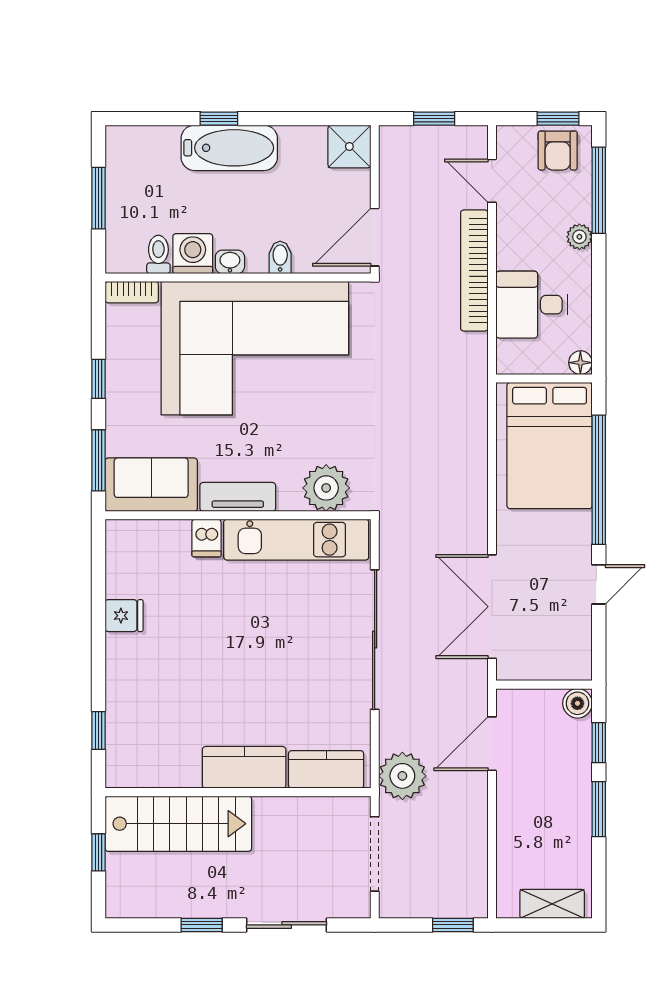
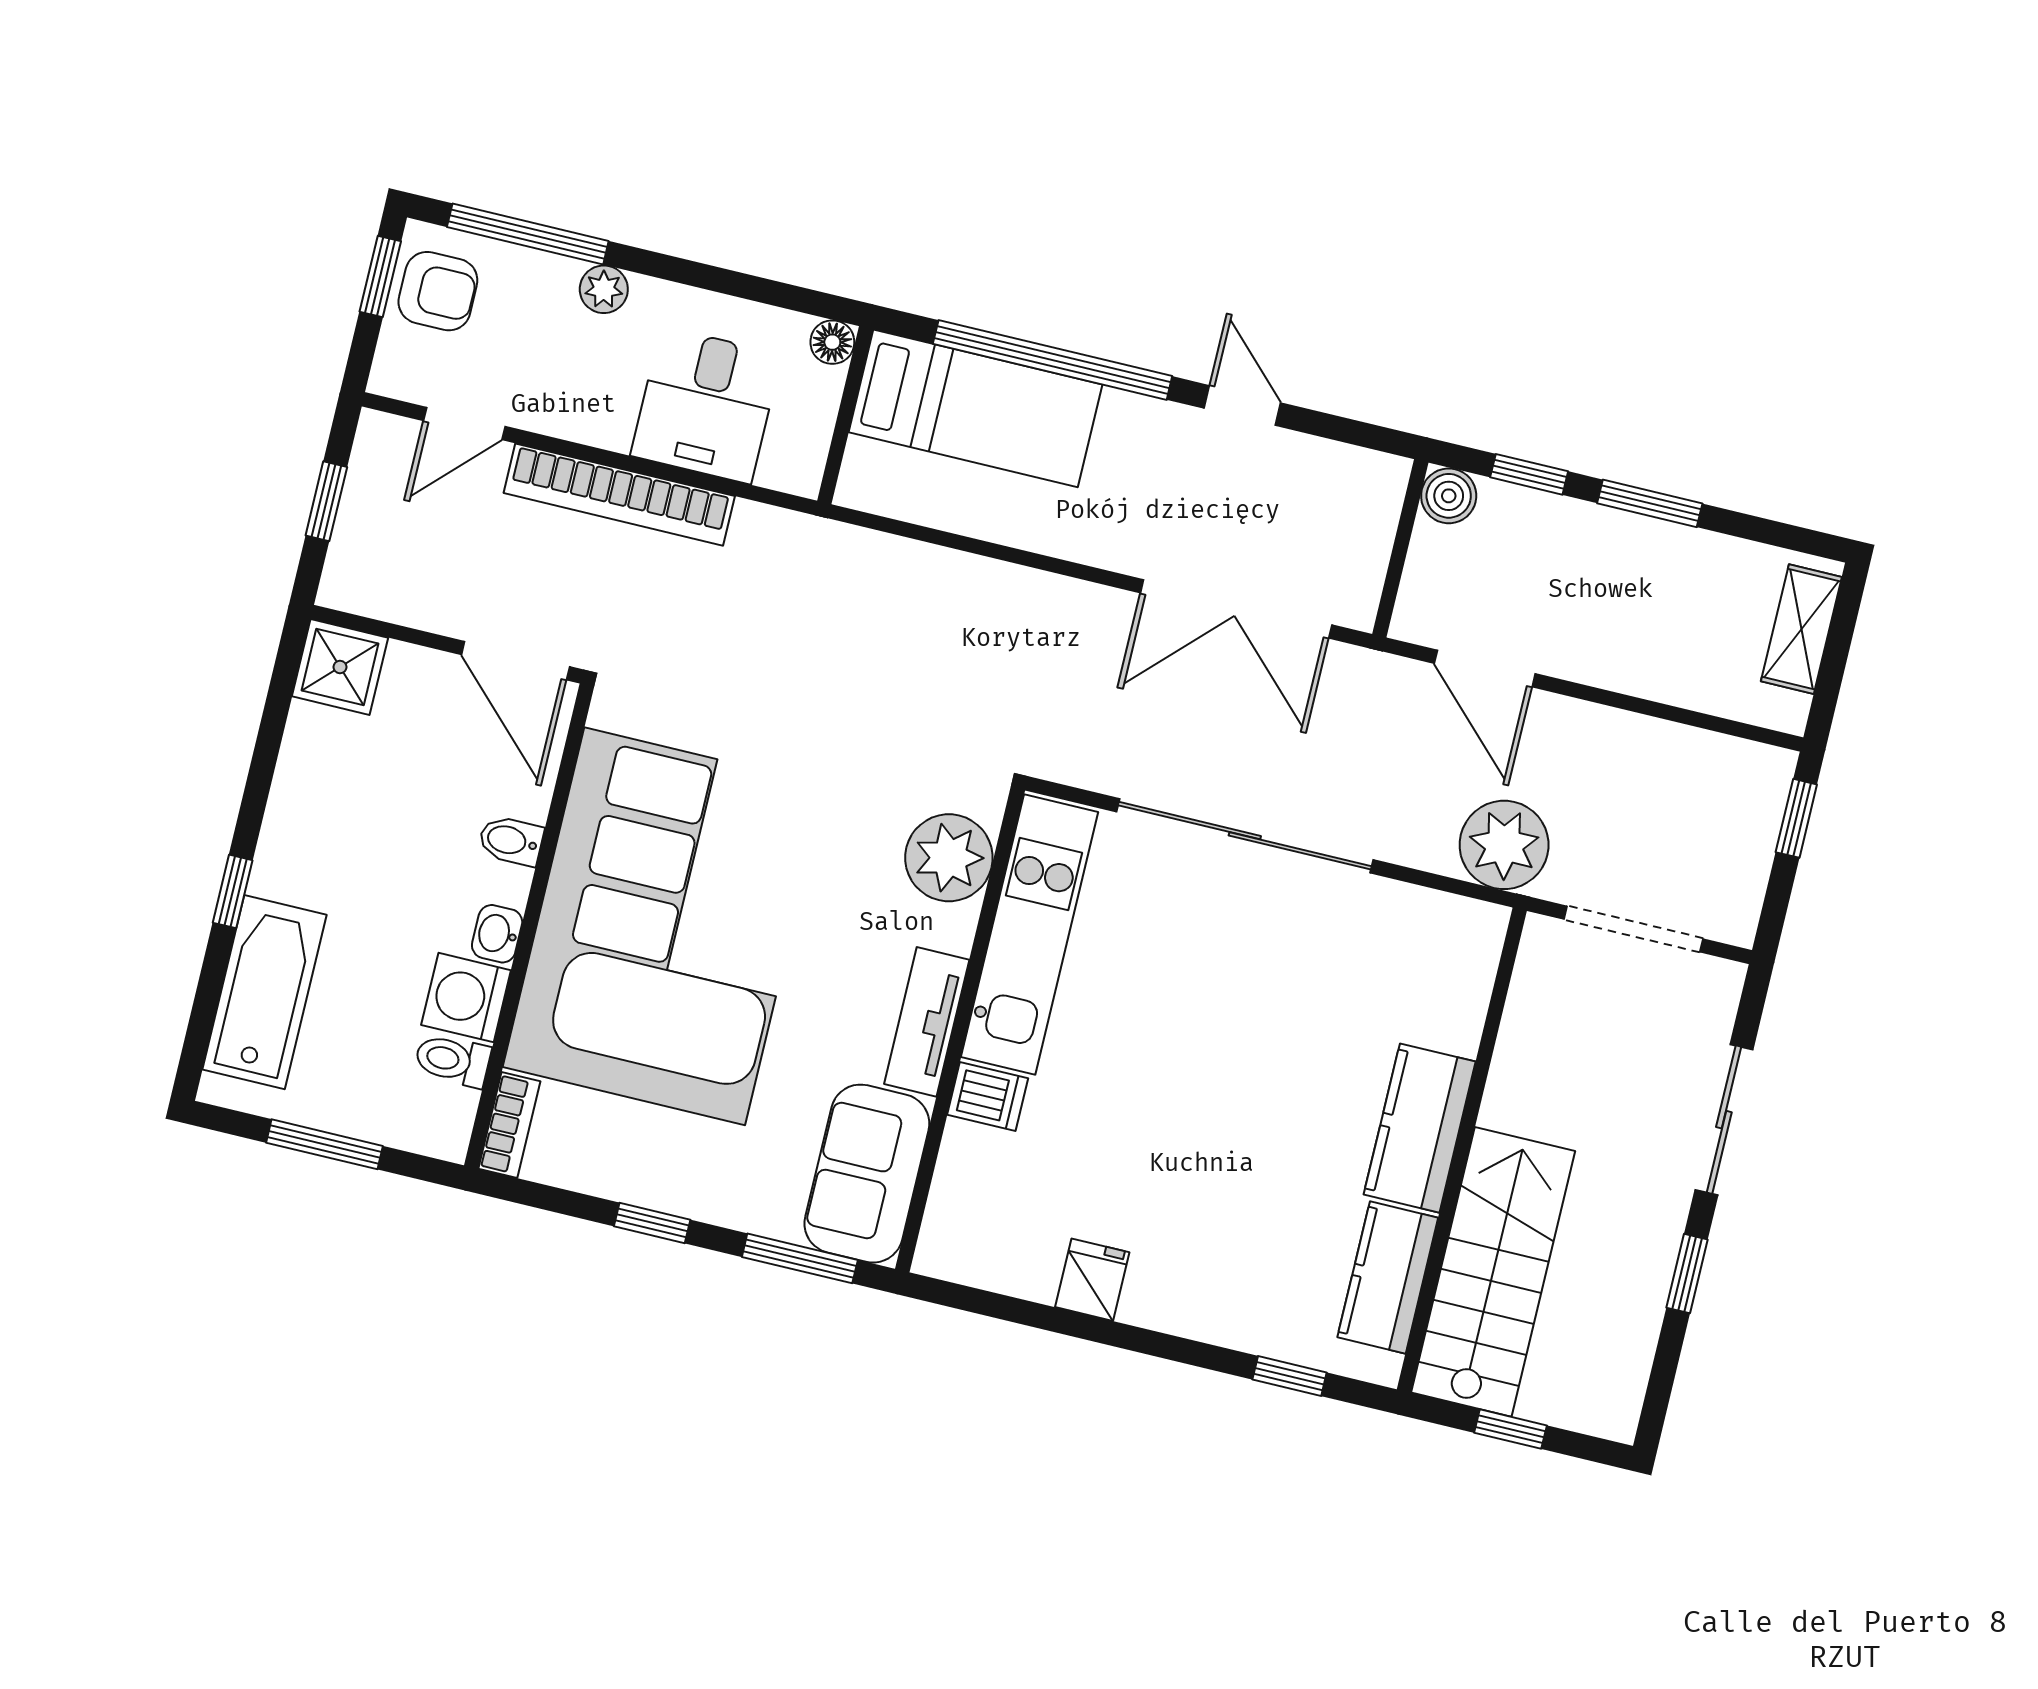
bathtub: (229, 148) -> (264, 992), moved
bed: (550, 446) -> (976, 408), width x0.67
kitchen counter: (326, 769) -> (1388, 1277), moved

